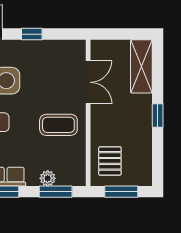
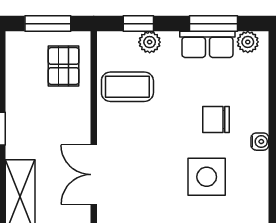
coffee table: (58, 125) -> (127, 87), moved
window: (56, 192) -> (138, 24), width x0.67

